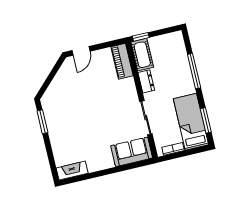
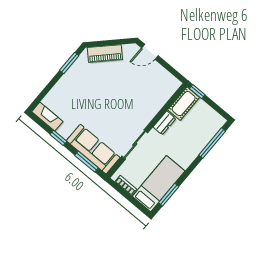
piano: (122, 61) -> (105, 54), moved, turned -135
window: (194, 71) -> (212, 143), moved
sofa: (132, 152) -> (93, 149), width x1.36
window: (131, 166) -> (87, 162), added
window: (96, 174) -> (58, 138), added

